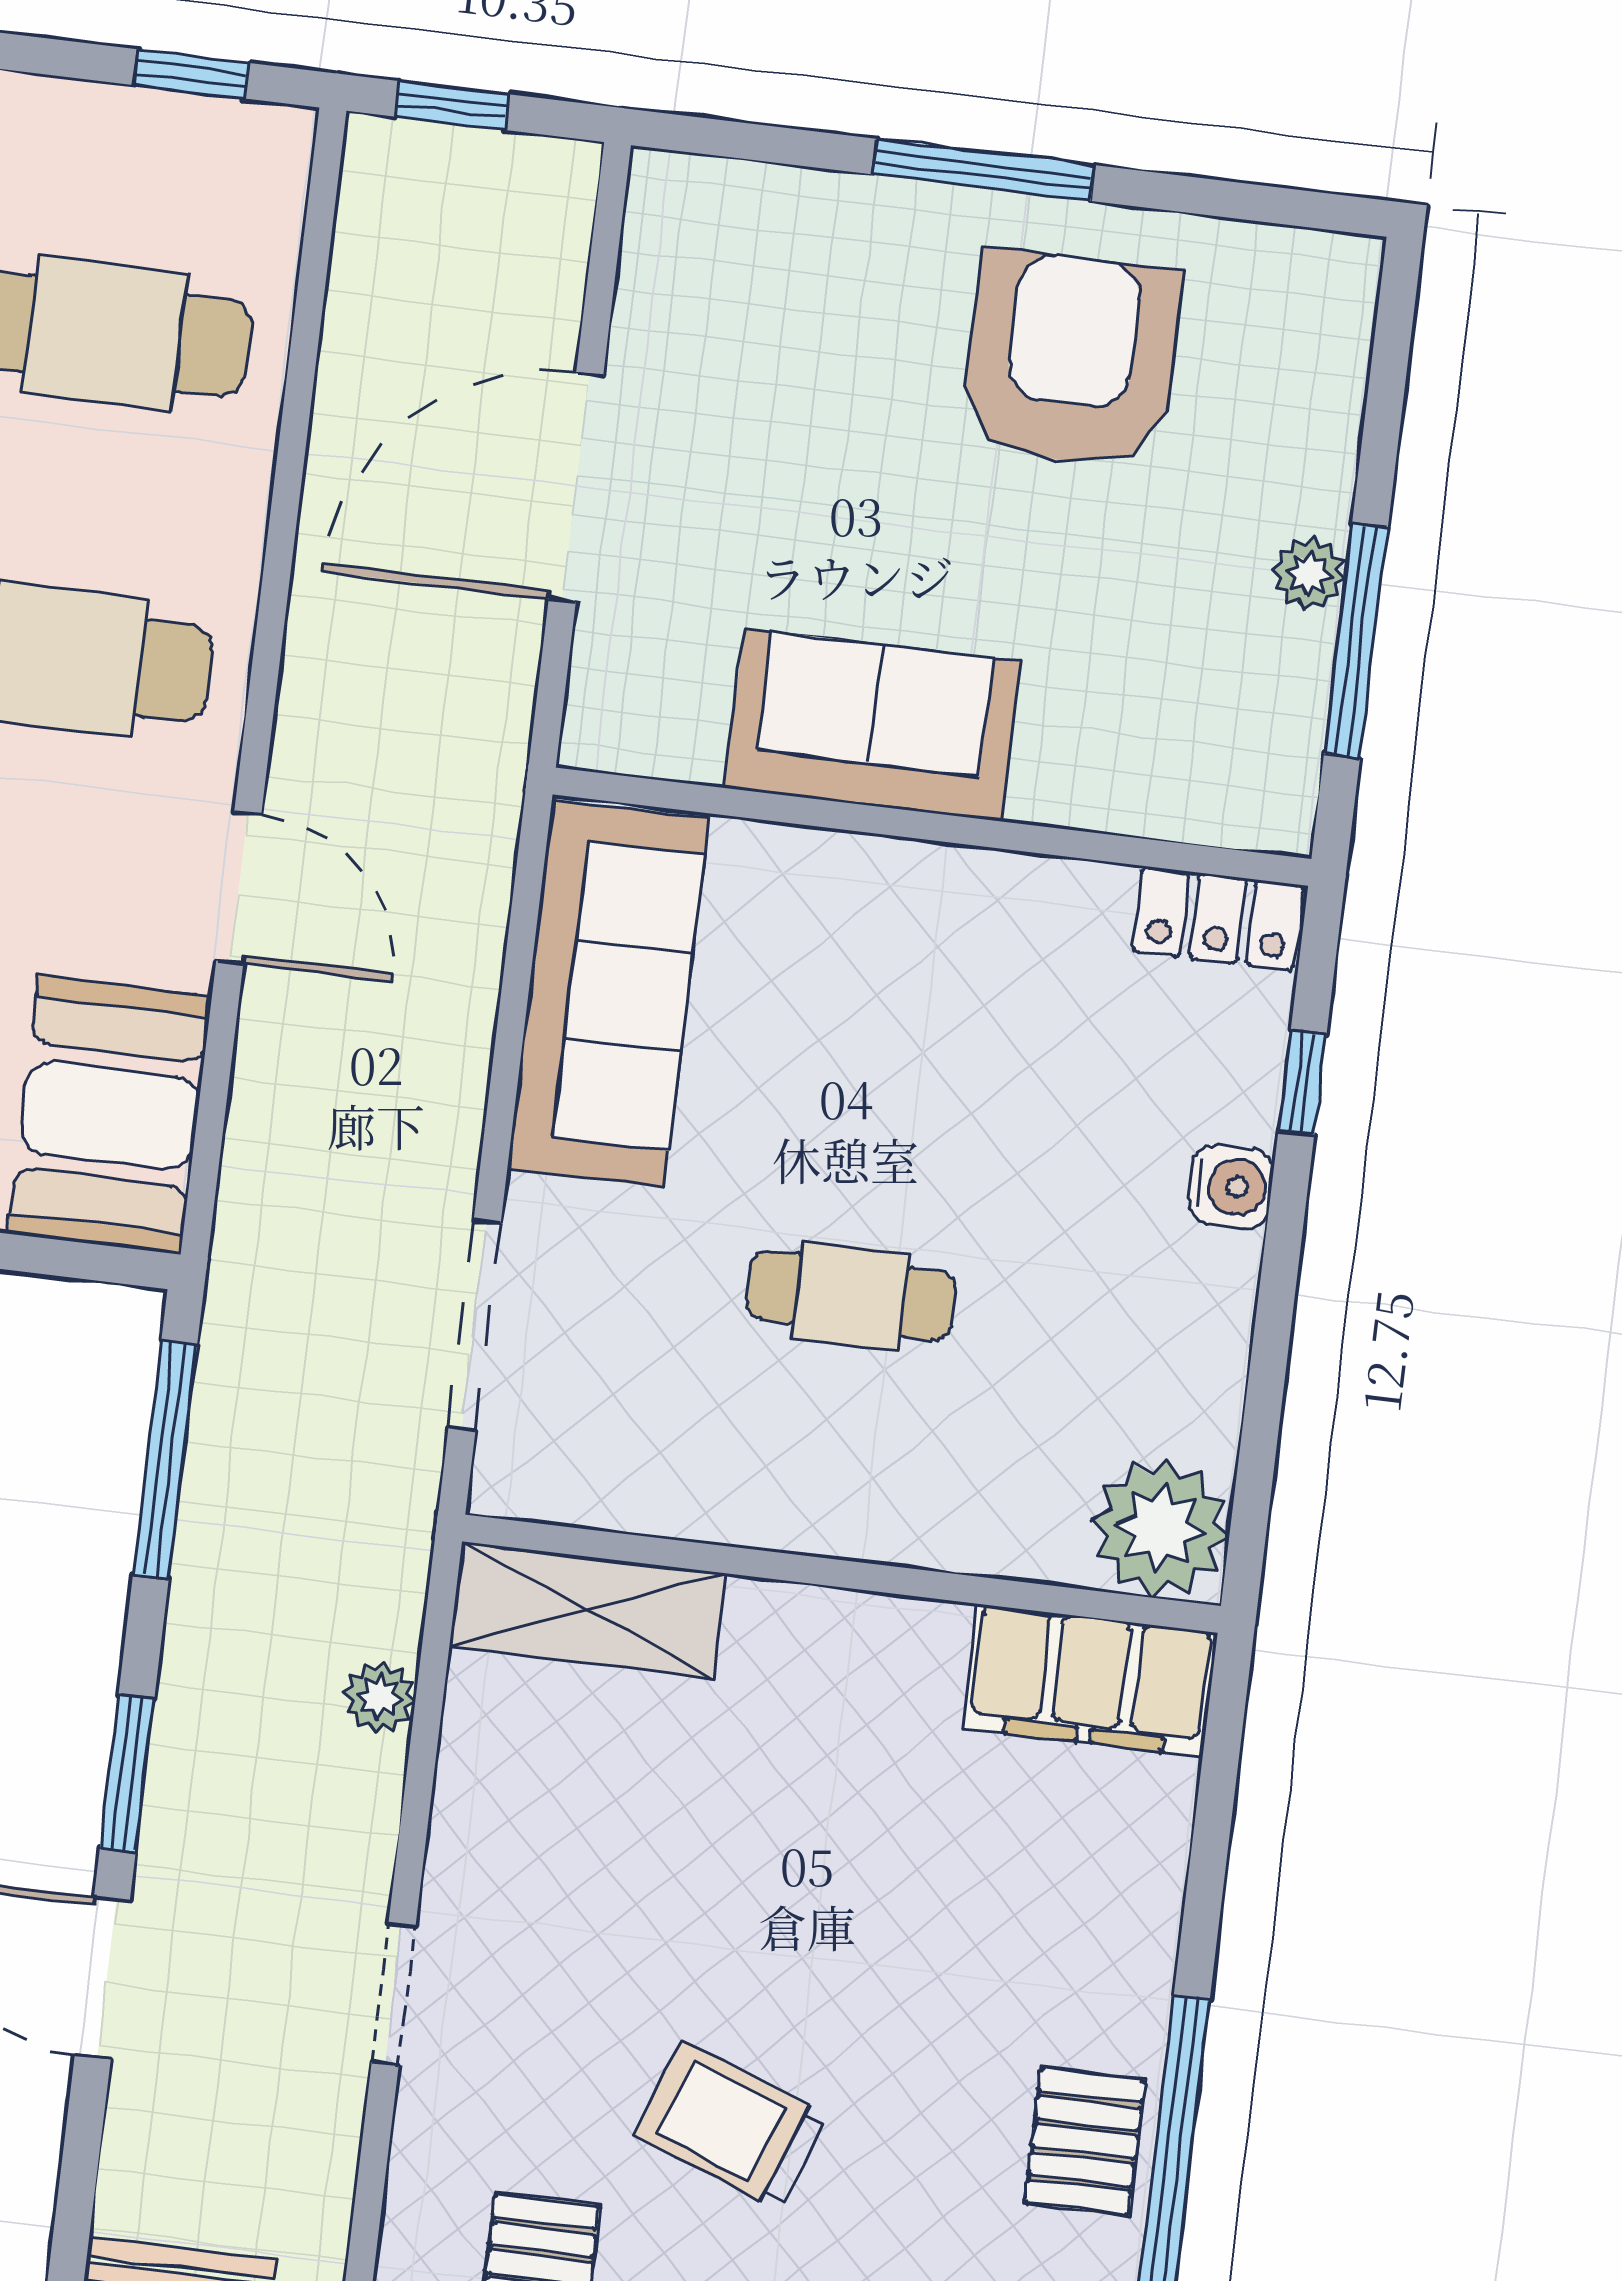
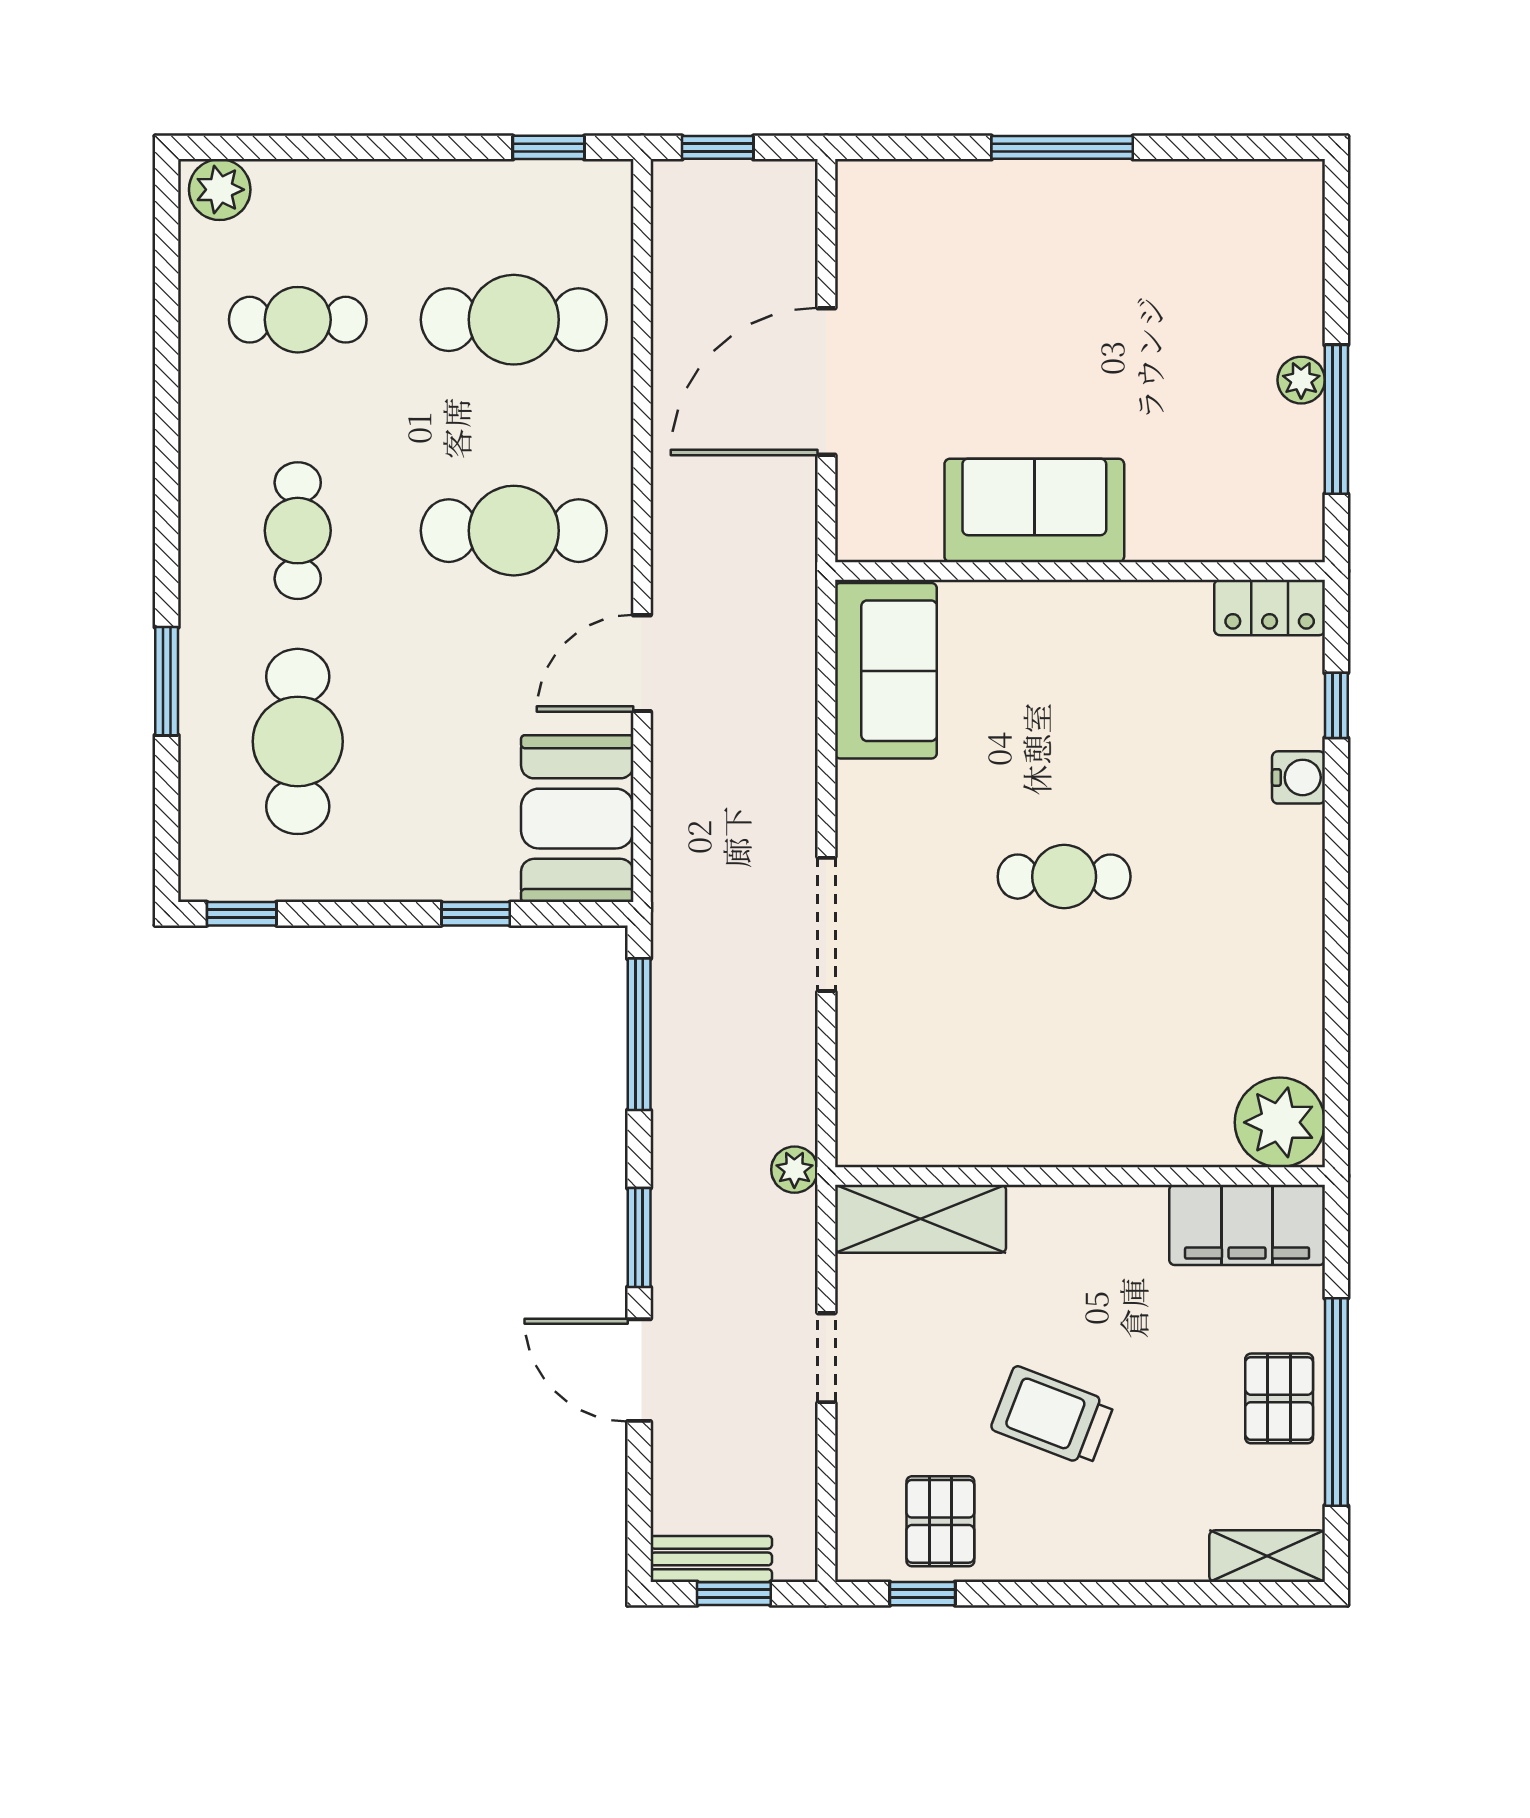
armchair: (1071, 359) -> (1132, 262), removed
door: (239, 887) -> (642, 663), swing flipped
sofa: (608, 994) -> (886, 671), width x0.73
plant: (1160, 1528) -> (1280, 1122), moved
wall: (842, 1574) -> (1080, 1176), moved
shelving: (587, 1610) -> (920, 1219), moved
filing cabinet: (1090, 1681) -> (1247, 1225), moved

